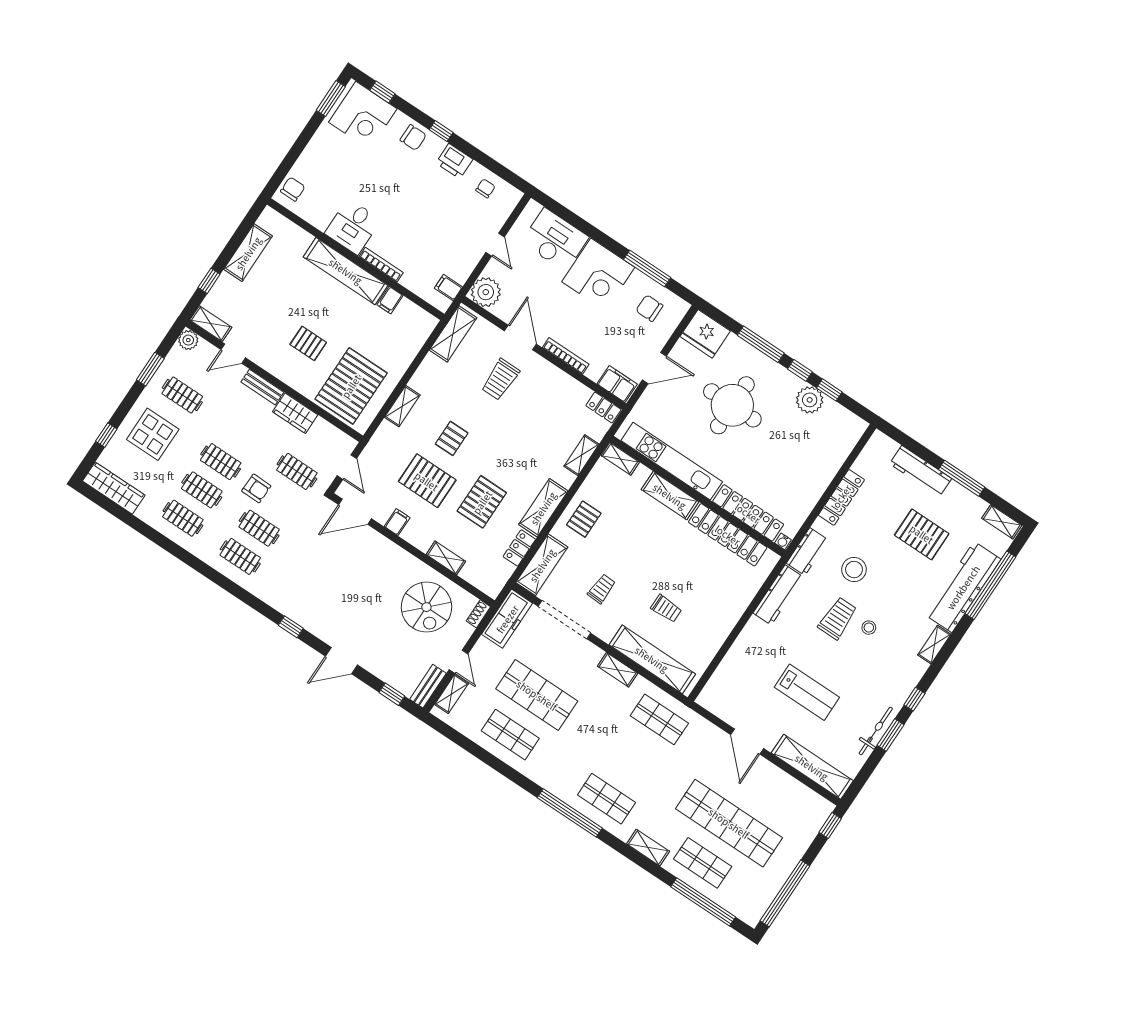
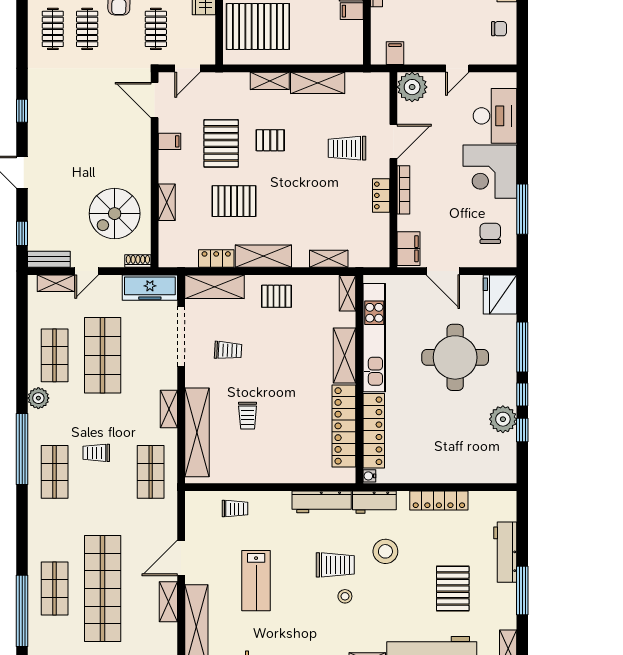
shelving: (453, 334) -> (318, 83), moved
locker: (603, 408) -> (381, 195), moved
trolley: (736, 670) -> (235, 509), added
trolley: (614, 754) -> (96, 453), added
plant: (537, 771) -> (38, 398), added
shelving: (648, 848) -> (168, 602), moved

